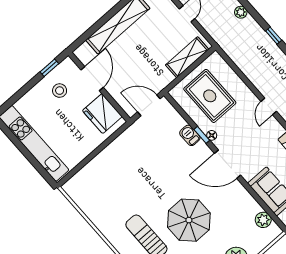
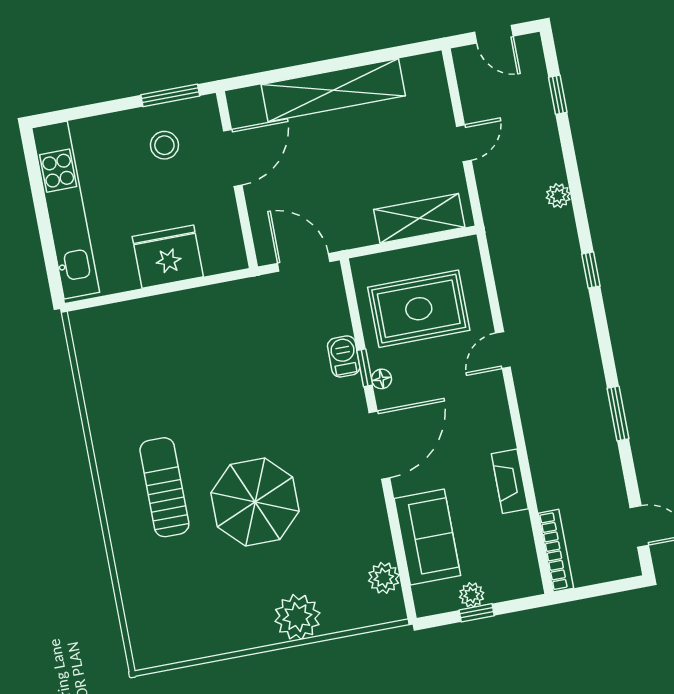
window: (49, 68) -> (170, 95), width x1.50
rug: (210, 96) -> (419, 309), turned 90
door: (269, 106) -> (503, 350), moved
fridge: (102, 114) -> (168, 257), moved, turned 90
door: (228, 164) -> (379, 445), swing flipped

